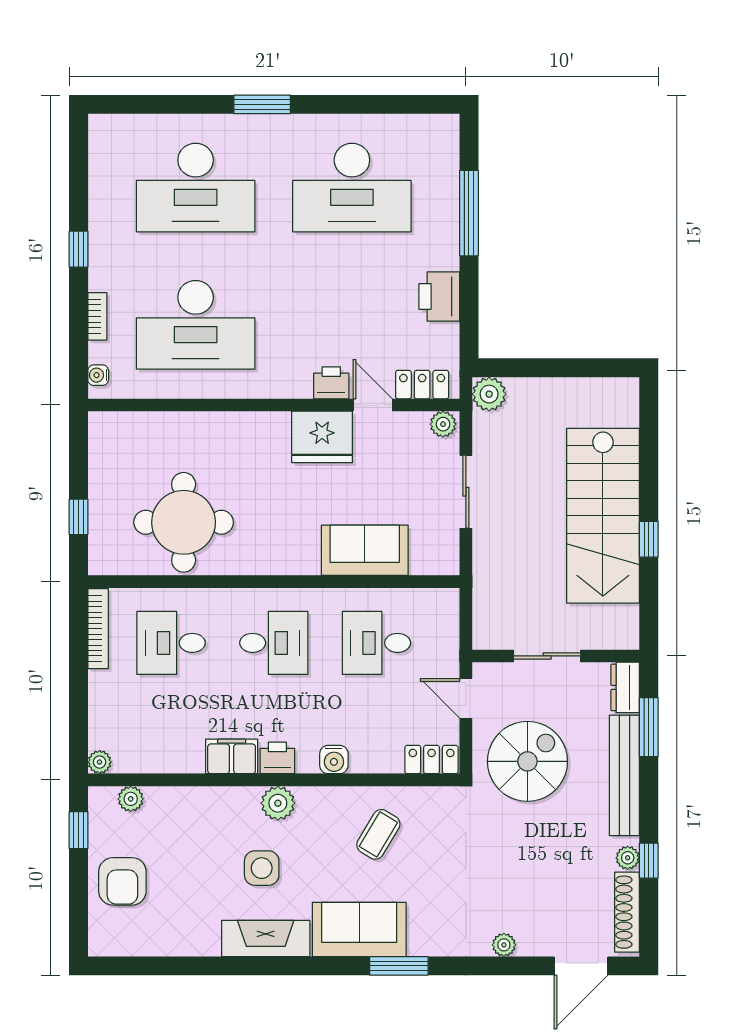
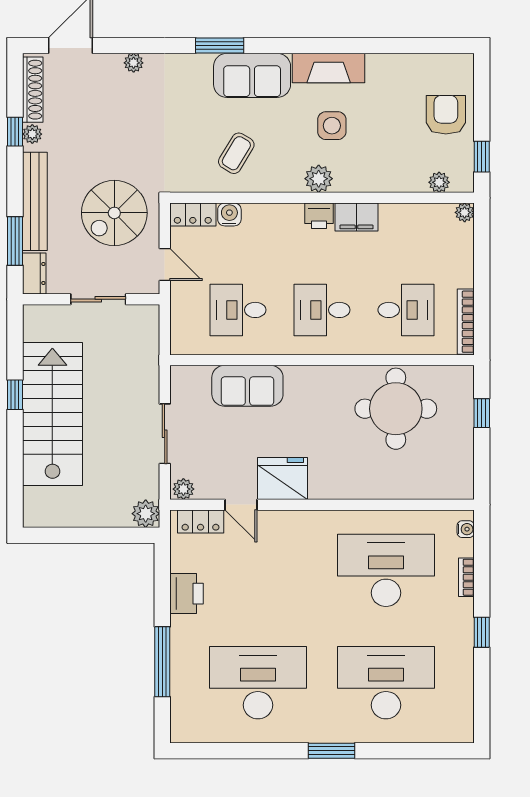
printer: (331, 383) -> (275, 523), removed
desk: (376, 643) -> (238, 310), turned 180
water cooler: (334, 760) -> (229, 214), moved

